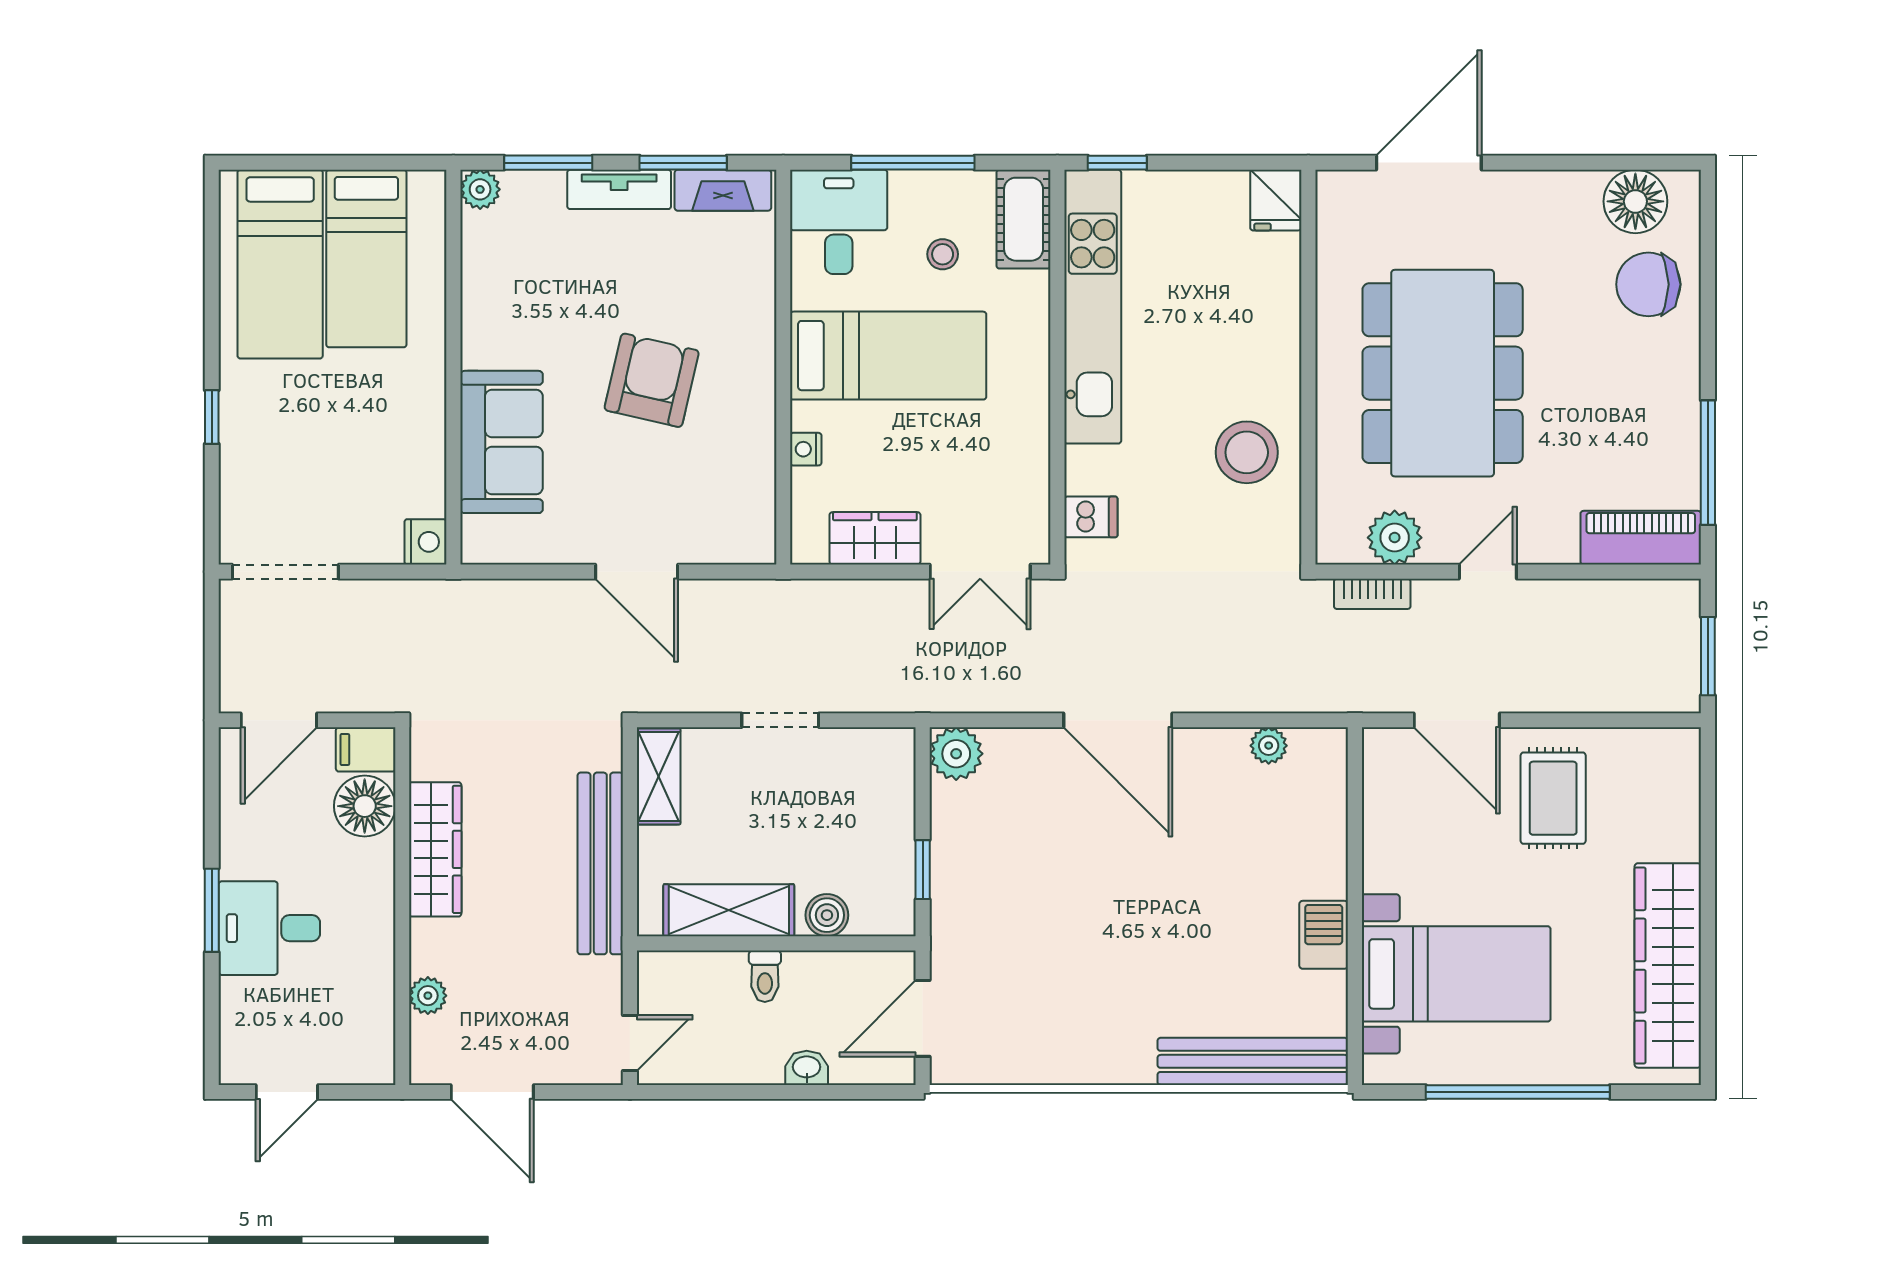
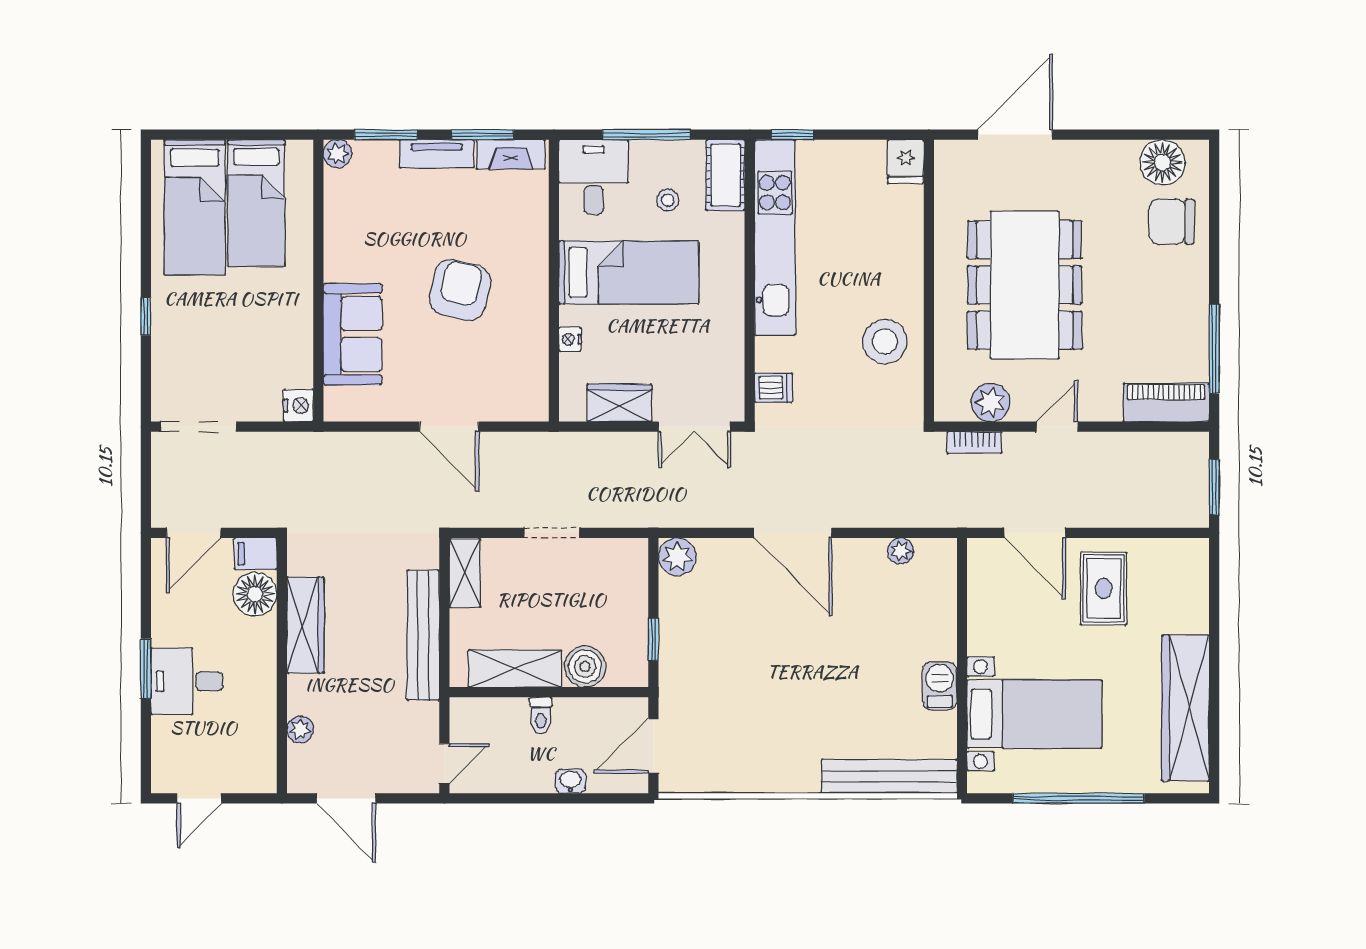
boiler: (827, 915) -> (585, 666), width x1.36, depth x1.36

